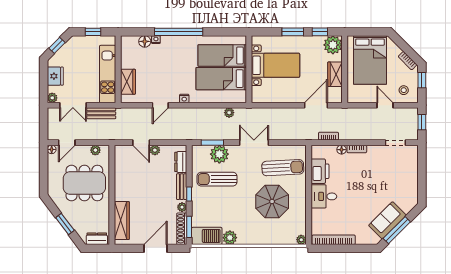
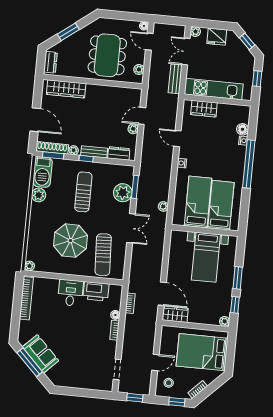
plant: (333, 45) -> (225, 321), width x0.53, depth x0.53
wardrobe: (335, 74) -> (175, 314), moved
sun lounger: (217, 179) -> (83, 192), moved

